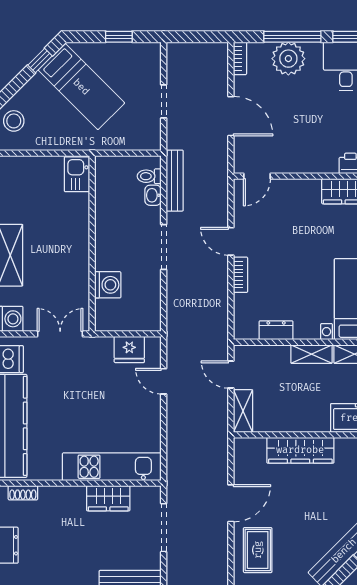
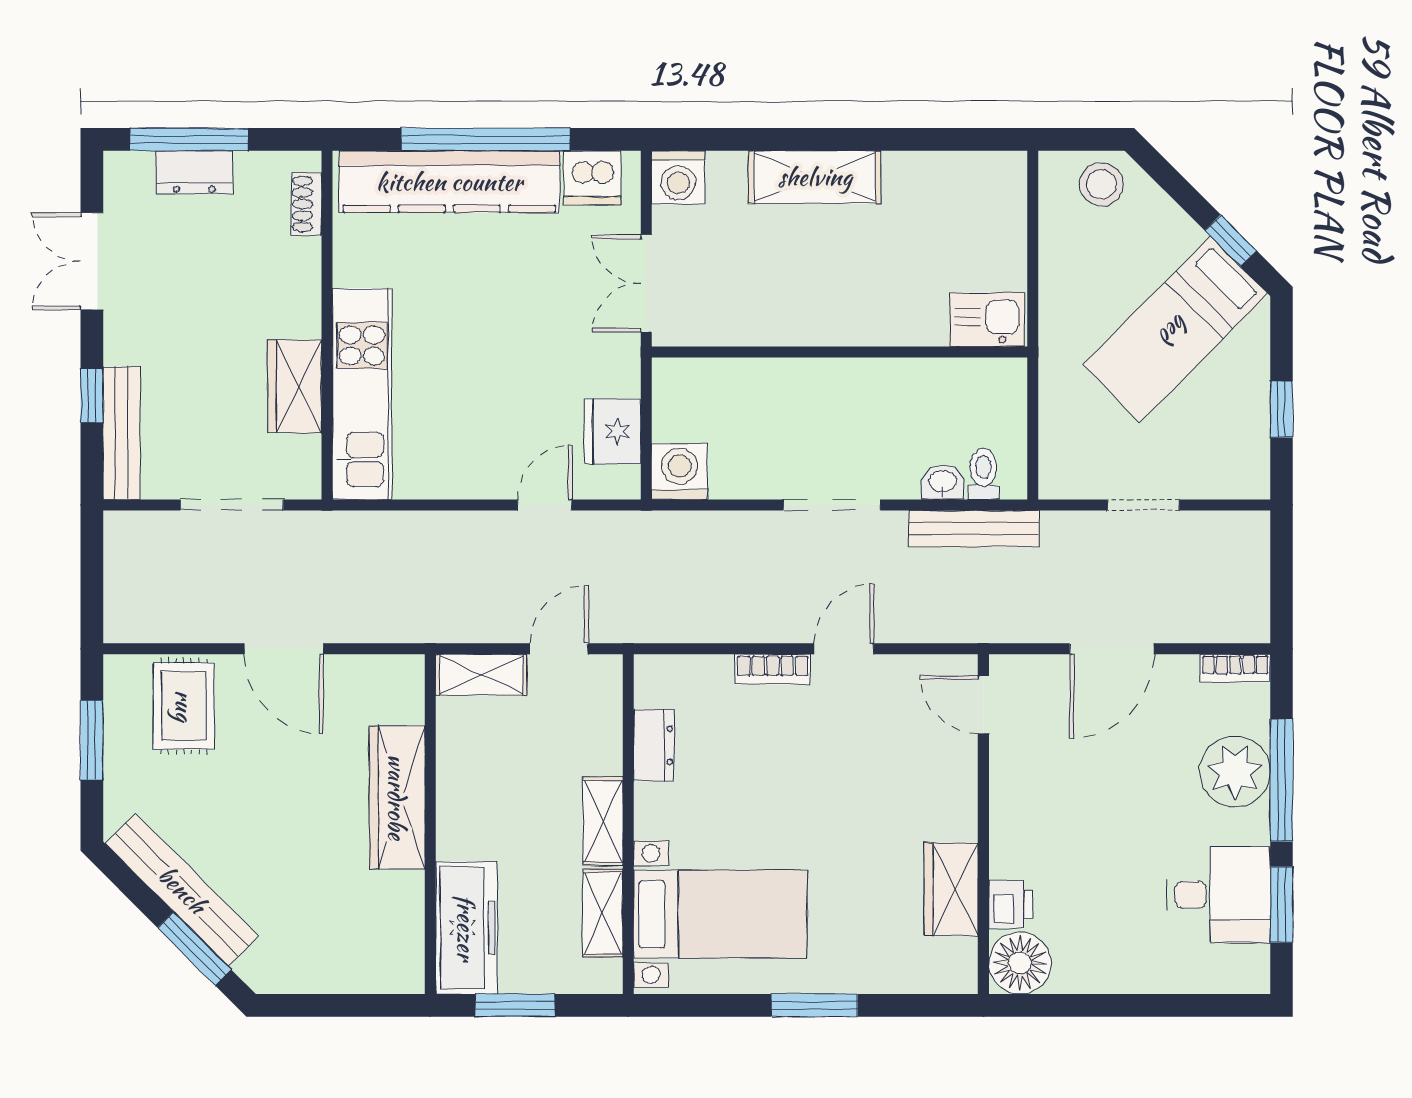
washing machine: (108, 285) -> (680, 472), moved, turned 180
double door: (60, 334) -> (646, 283), swing flipped
rug: (258, 550) -> (184, 706), turned 90

